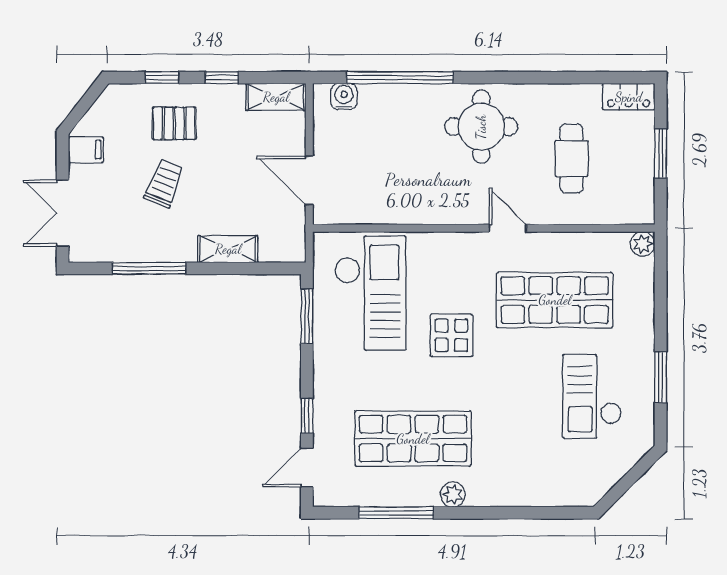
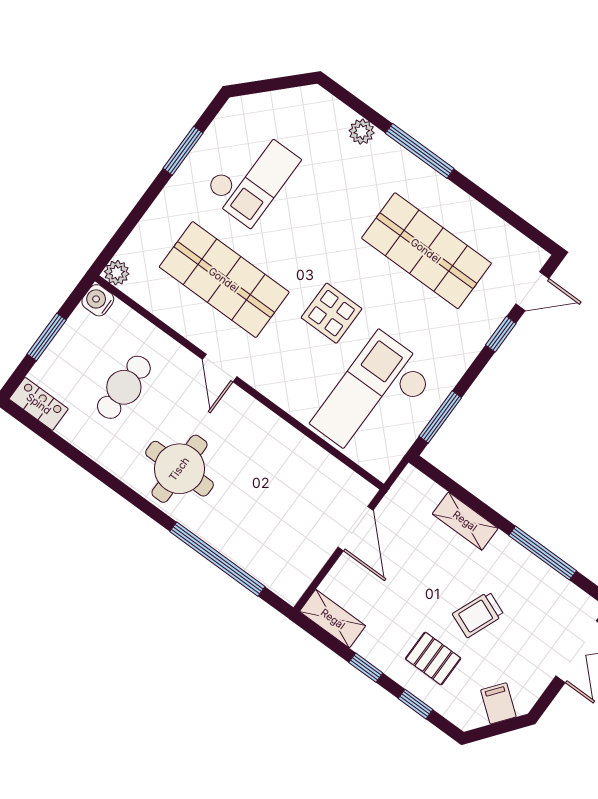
water cooler: (344, 97) -> (98, 300), moved, turned 90
filing cabinet: (86, 150) -> (498, 703), moved, turned 38
plant: (453, 494) -> (362, 132), moved
window: (396, 513) -> (420, 151), moved

